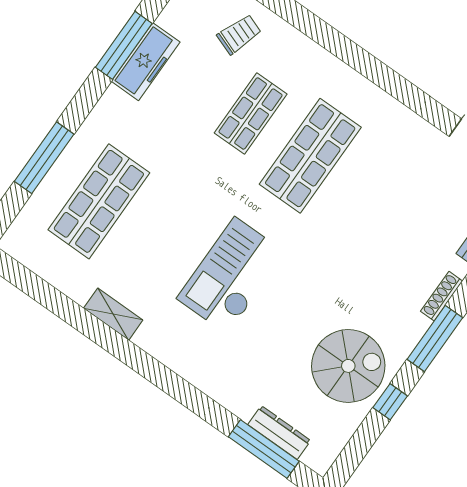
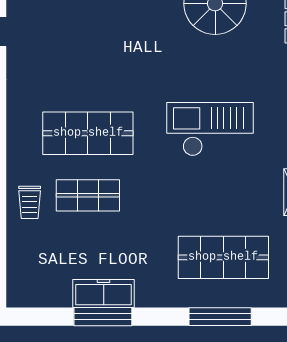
trolley: (239, 34) -> (30, 202), moved, turned -110
checkout: (231, 276) -> (210, 129), turned 180

